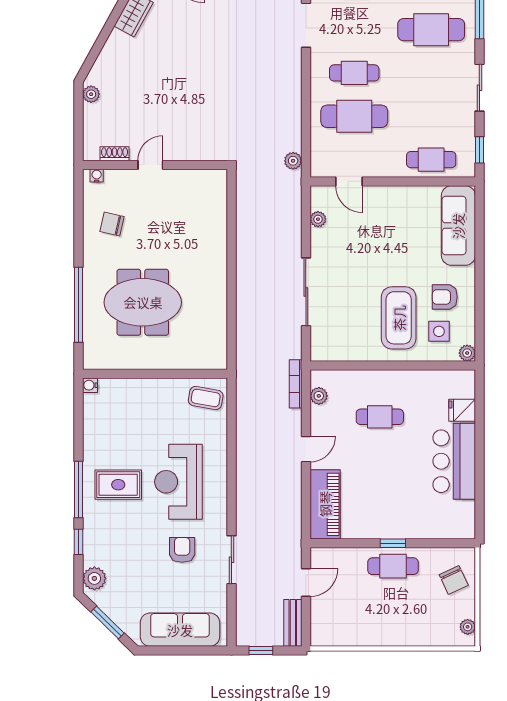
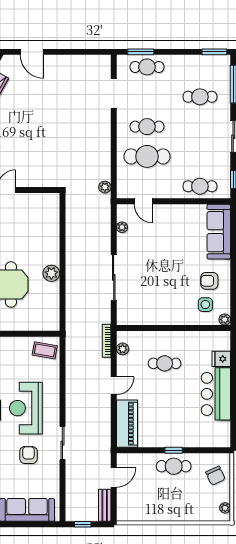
cafe table: (431, 30) -> (200, 97), width x0.73, depth x0.74
plant: (215, 286) -> (51, 273), added
coffee table: (399, 318) -> (178, 295), removed
sliding door: (231, 560) -> (62, 443), moved

